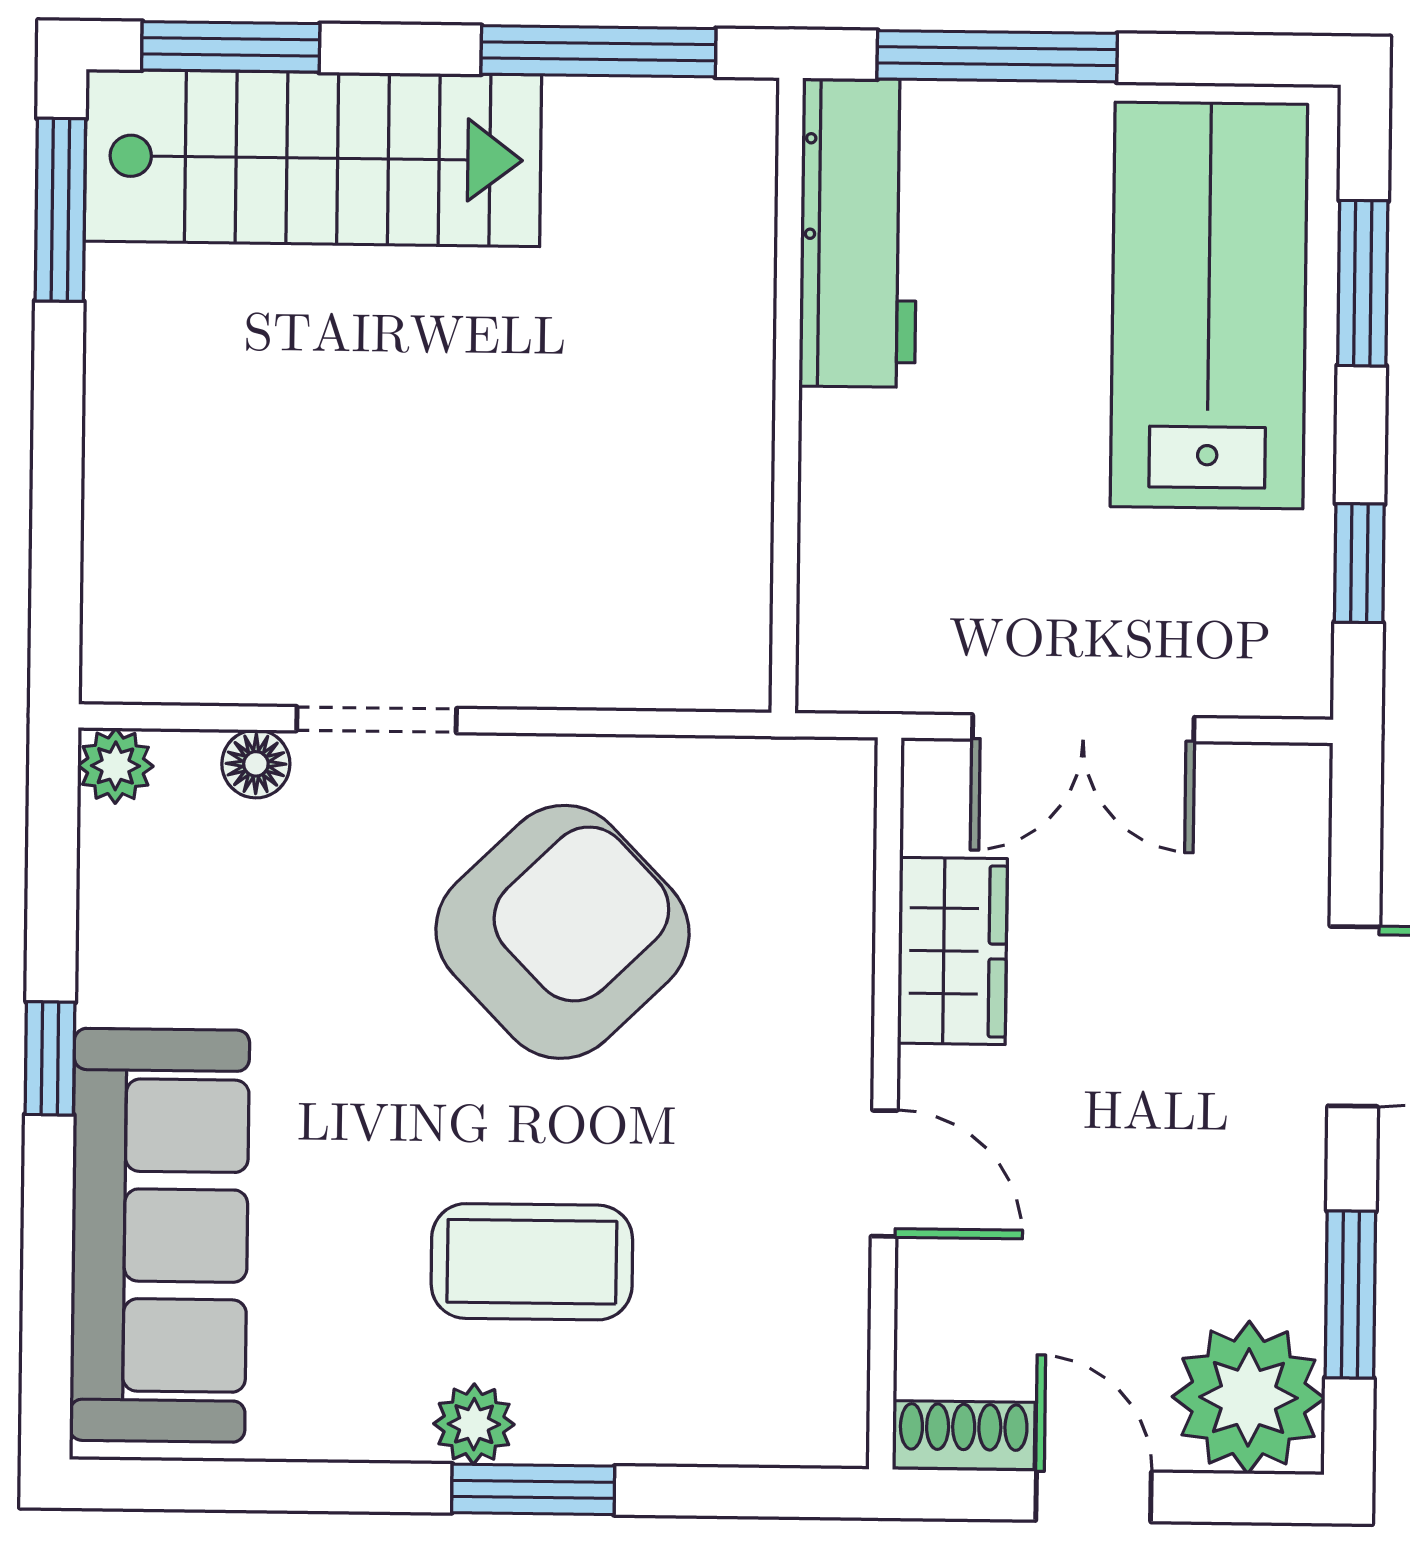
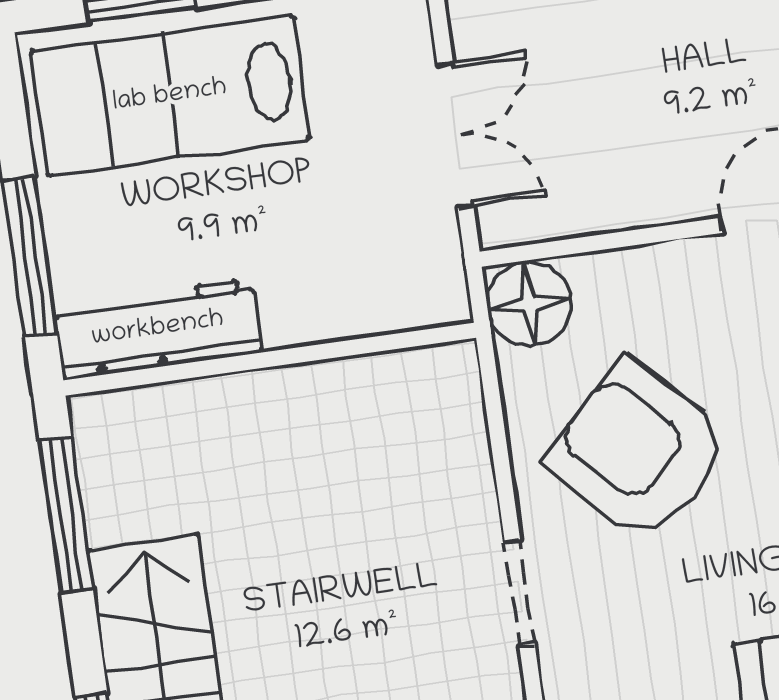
floor lamp: (256, 764) -> (529, 304), moved, width x1.89, depth x1.89
wardrobe: (952, 951) -> (612, 198), removed

